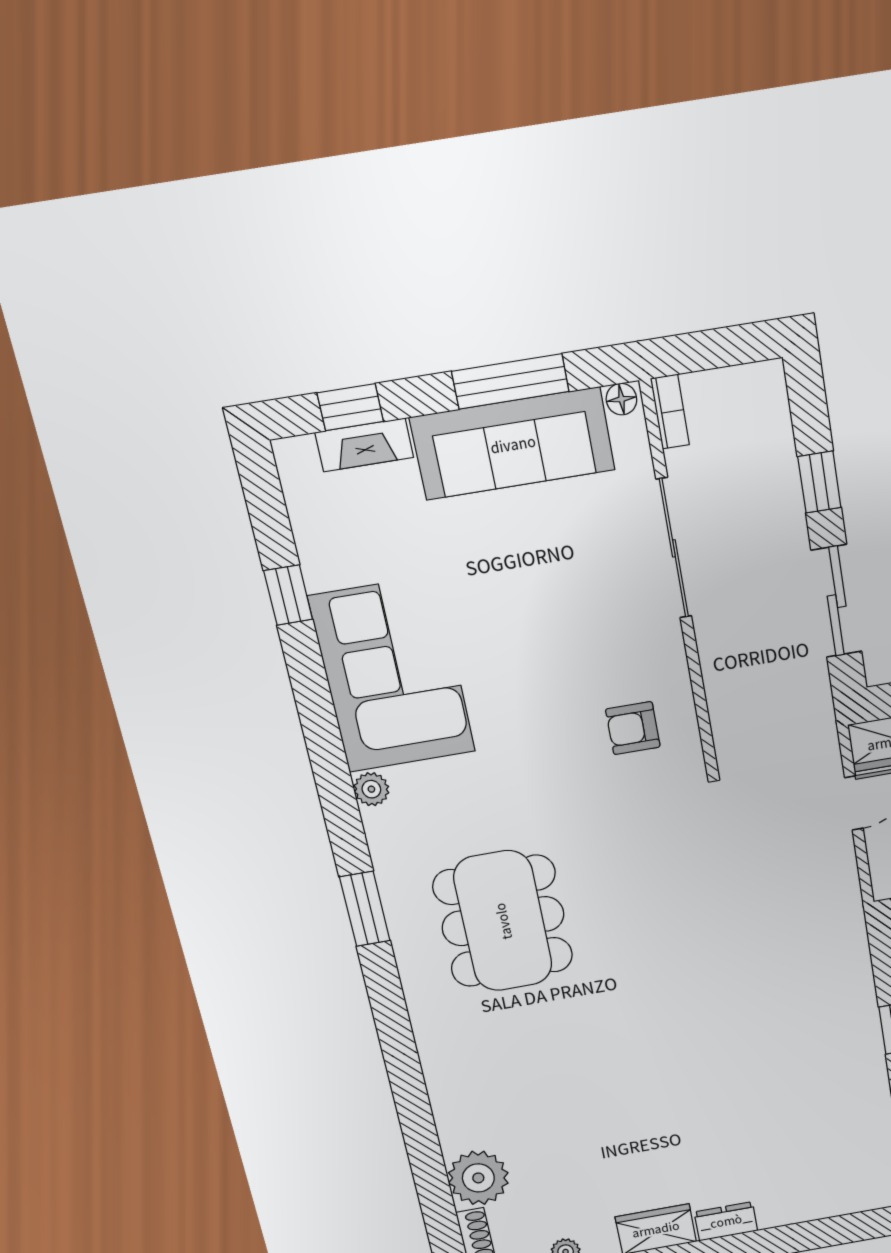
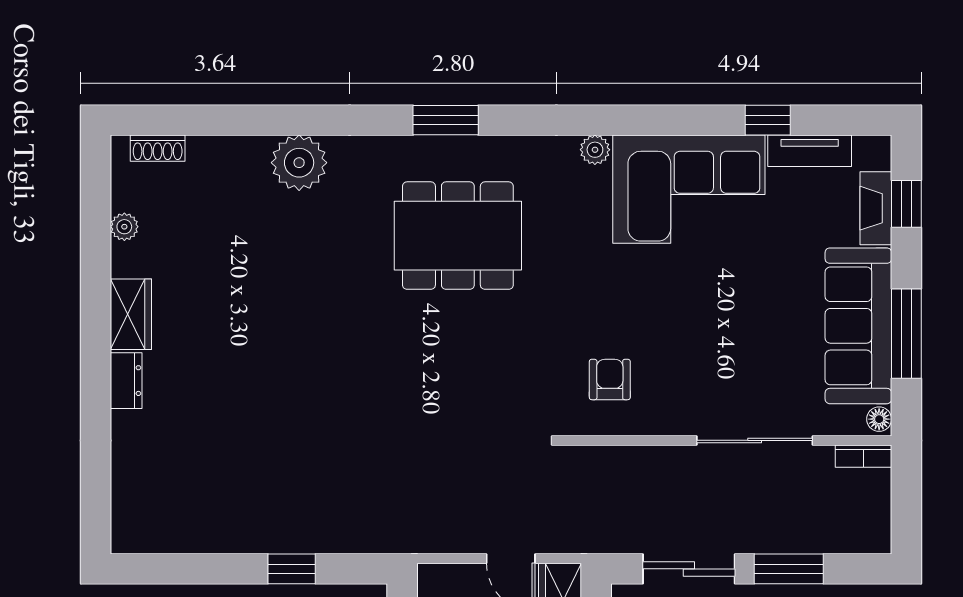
window: (819, 482) -> (789, 569), width x1.50
tv unit: (313, 538) -> (810, 151), added
window: (365, 909) -> (446, 120), moved
plant: (478, 1178) -> (299, 163), moved

